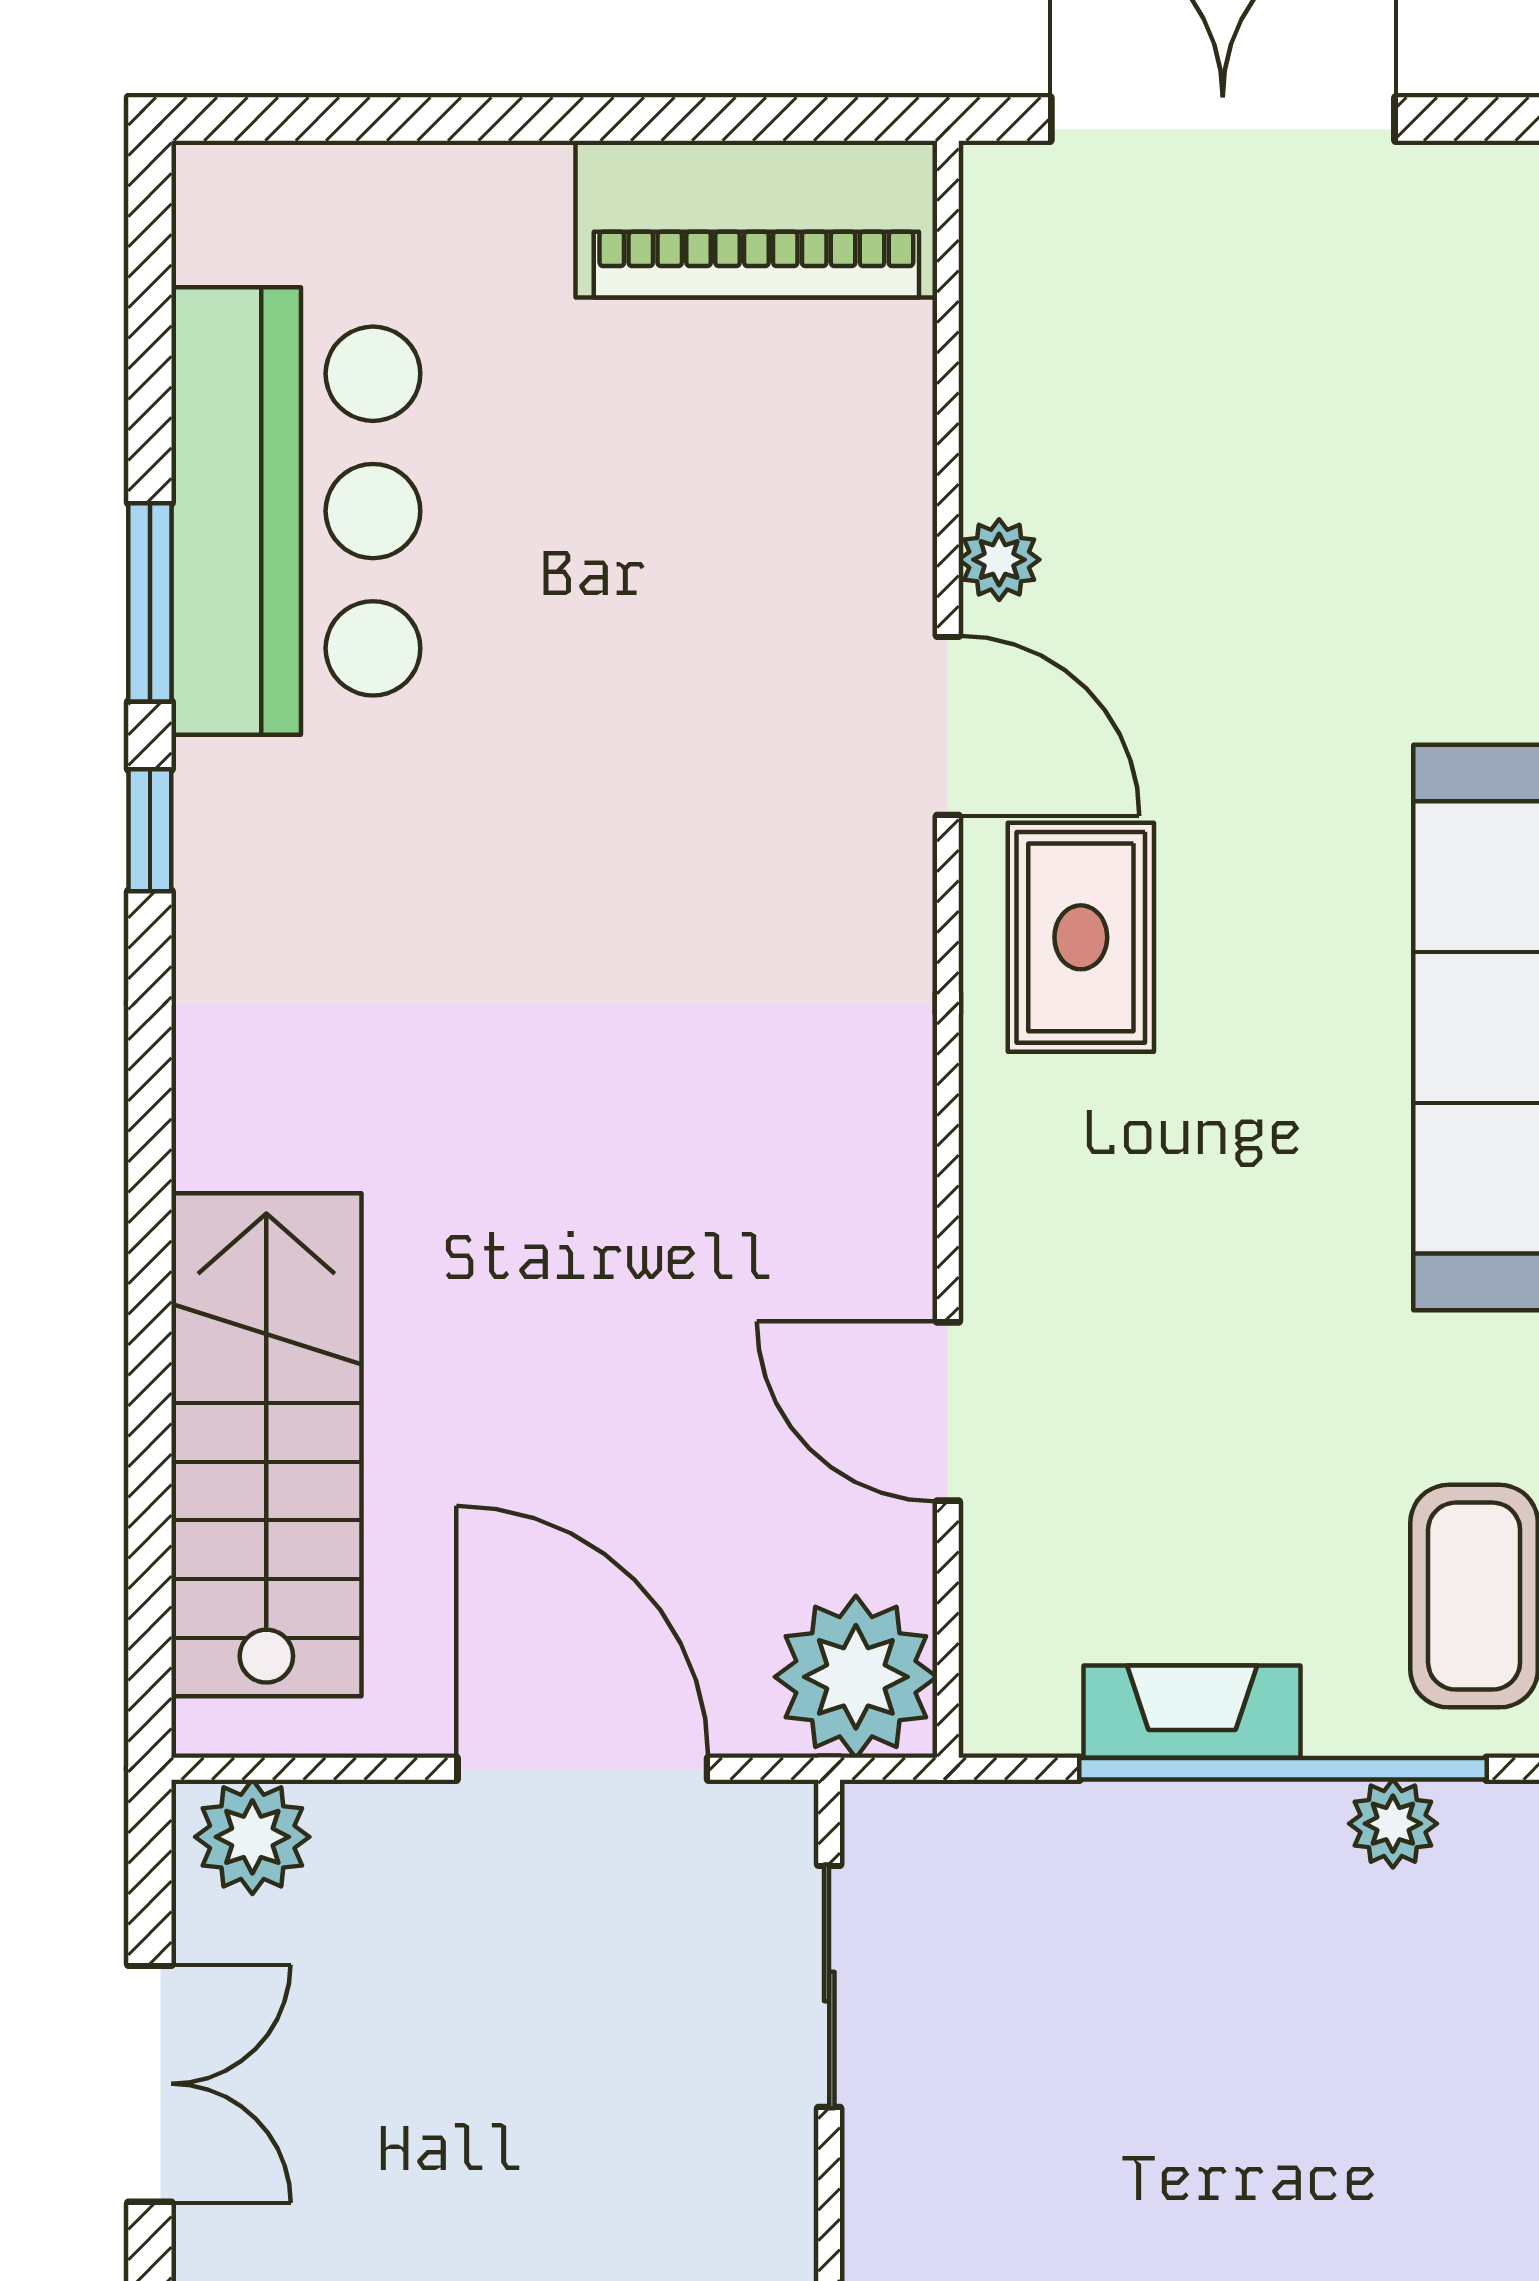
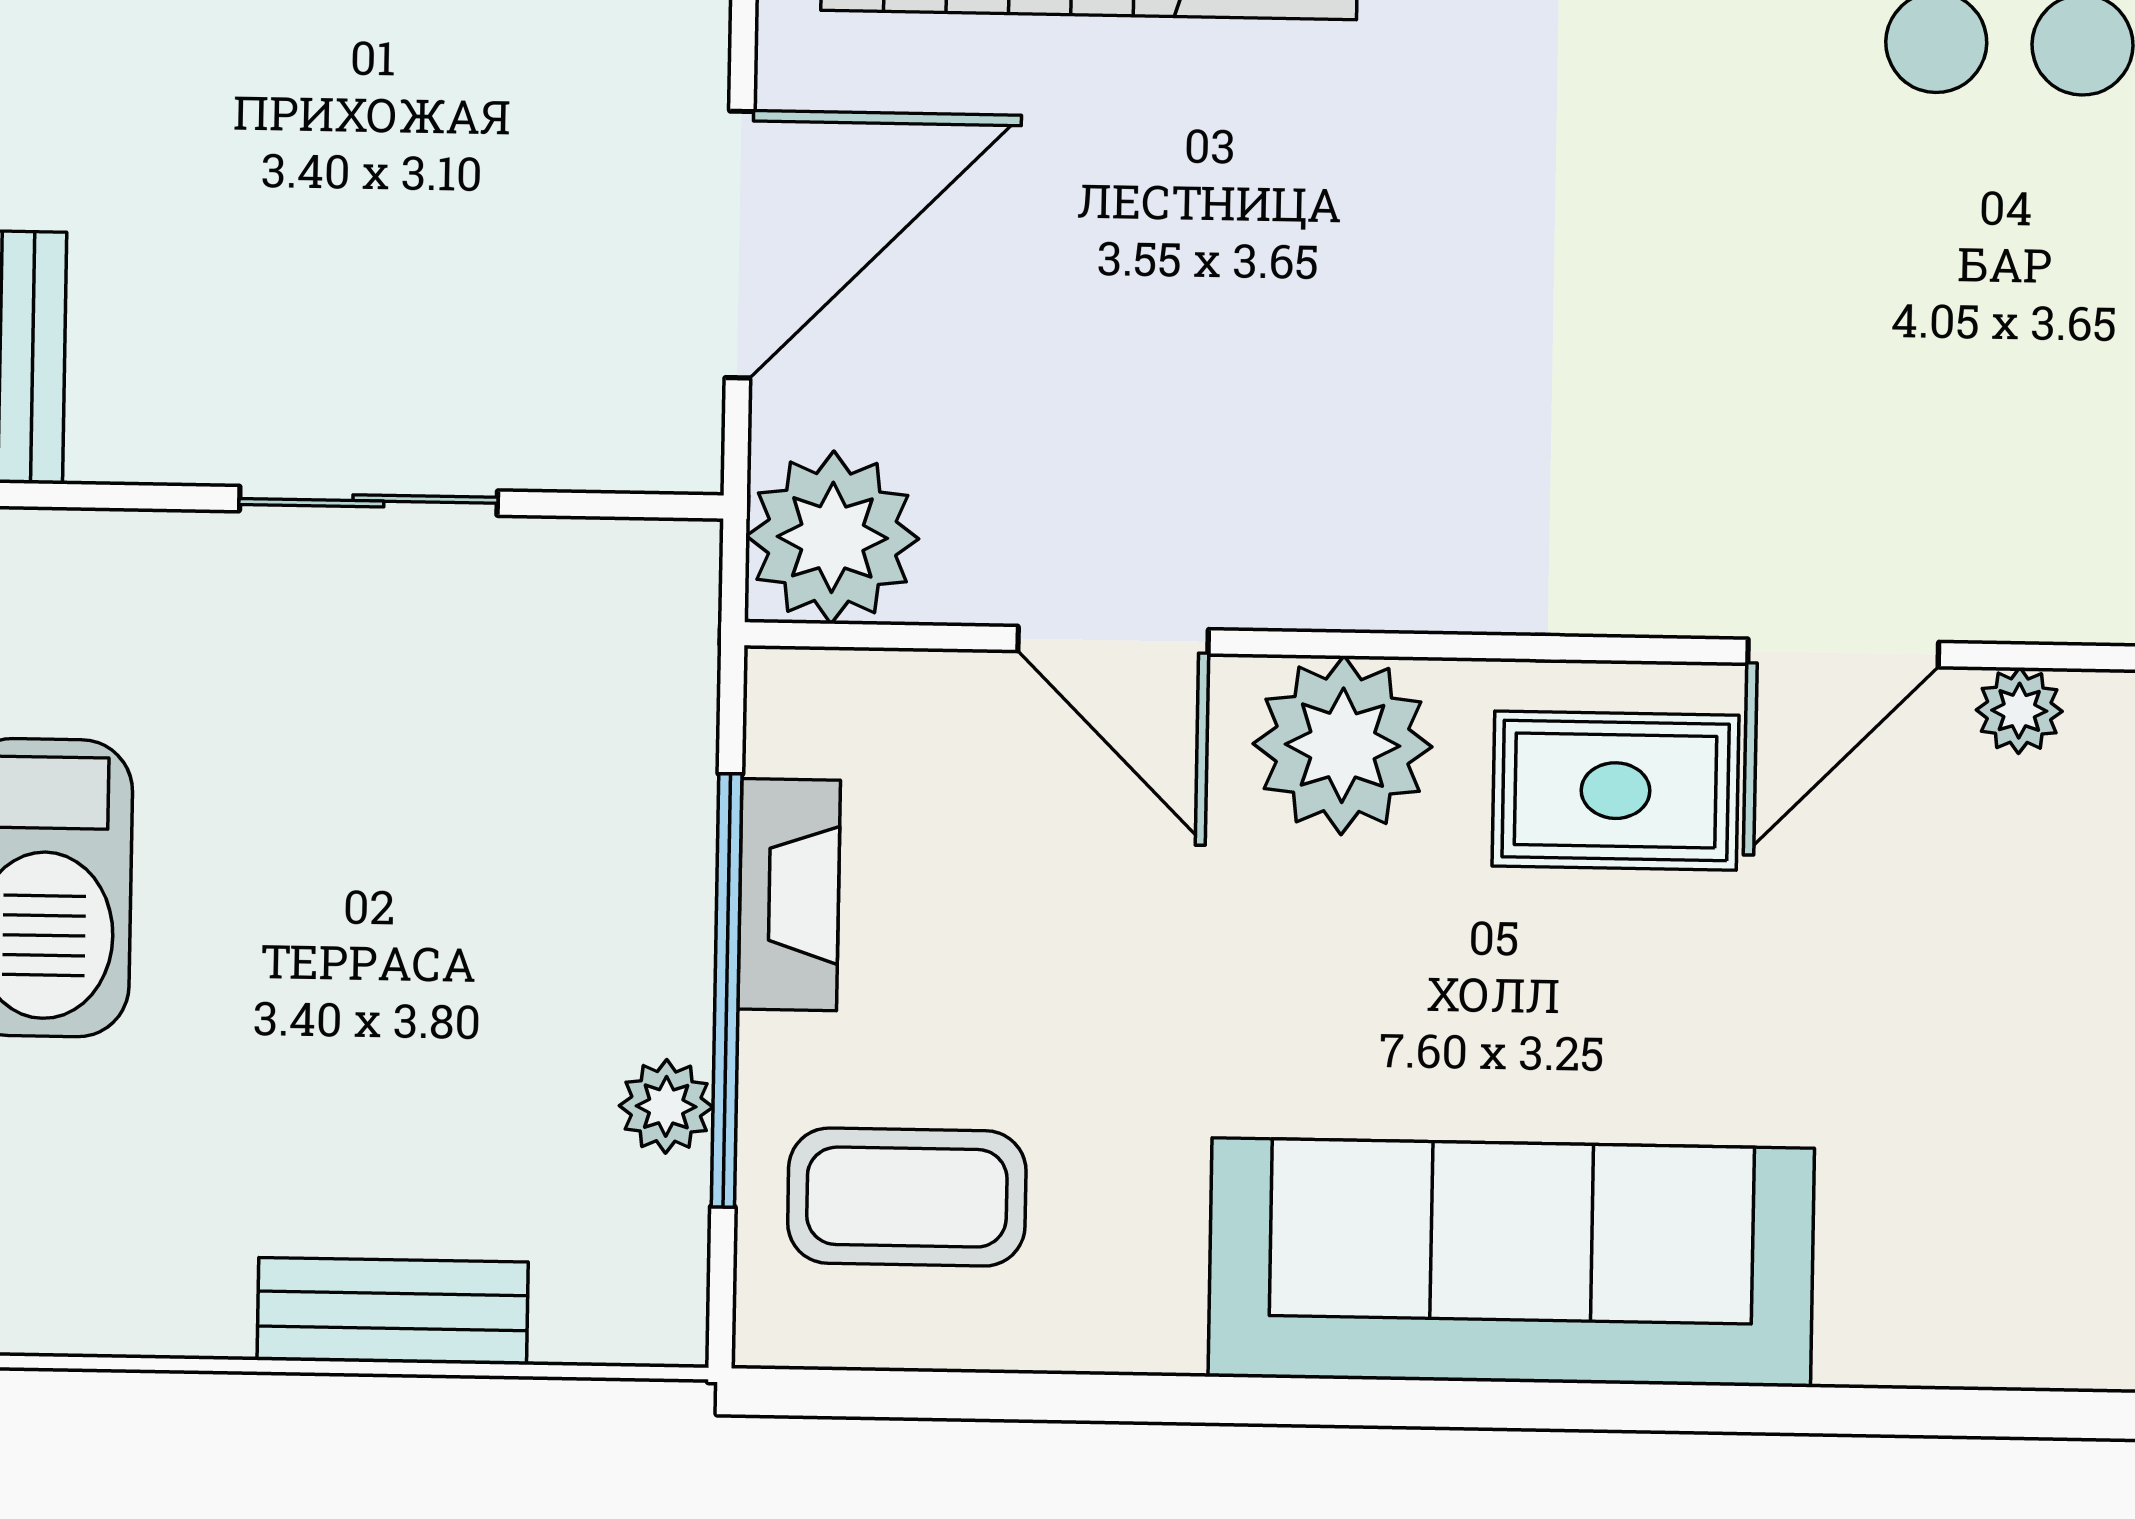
plant: (1043, 1194) -> (1343, 745), added
door: (948, 1412) -> (1113, 640), swing flipped
sliding door: (829, 1986) -> (368, 501), moved

